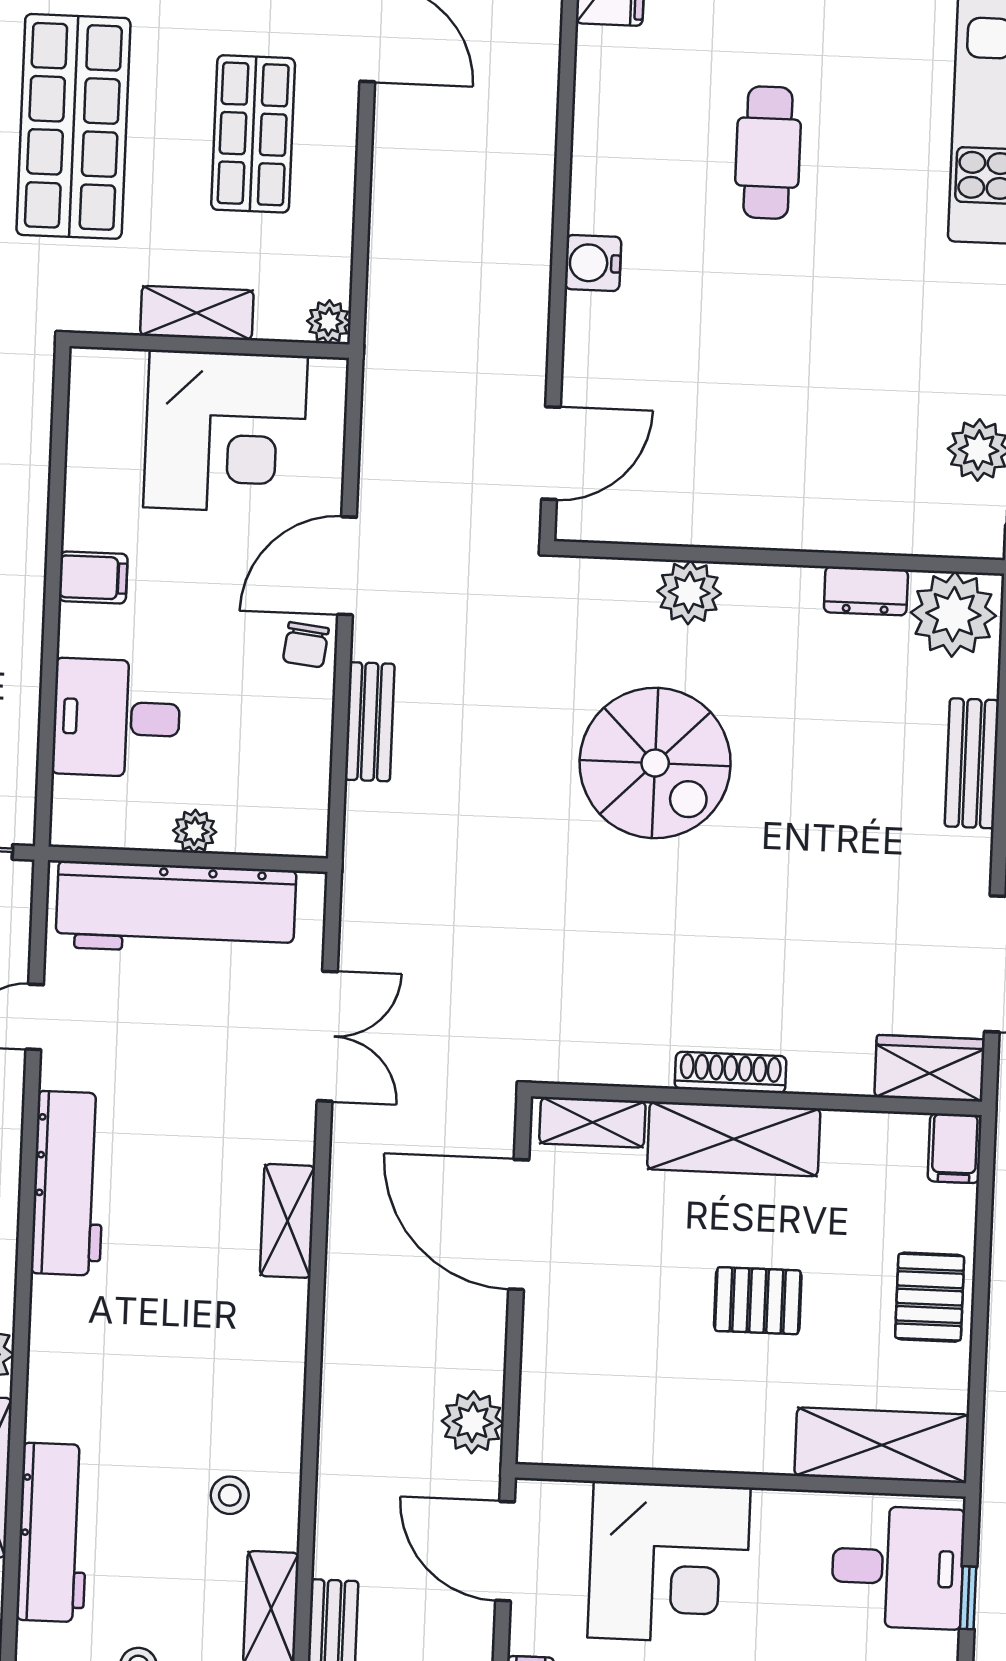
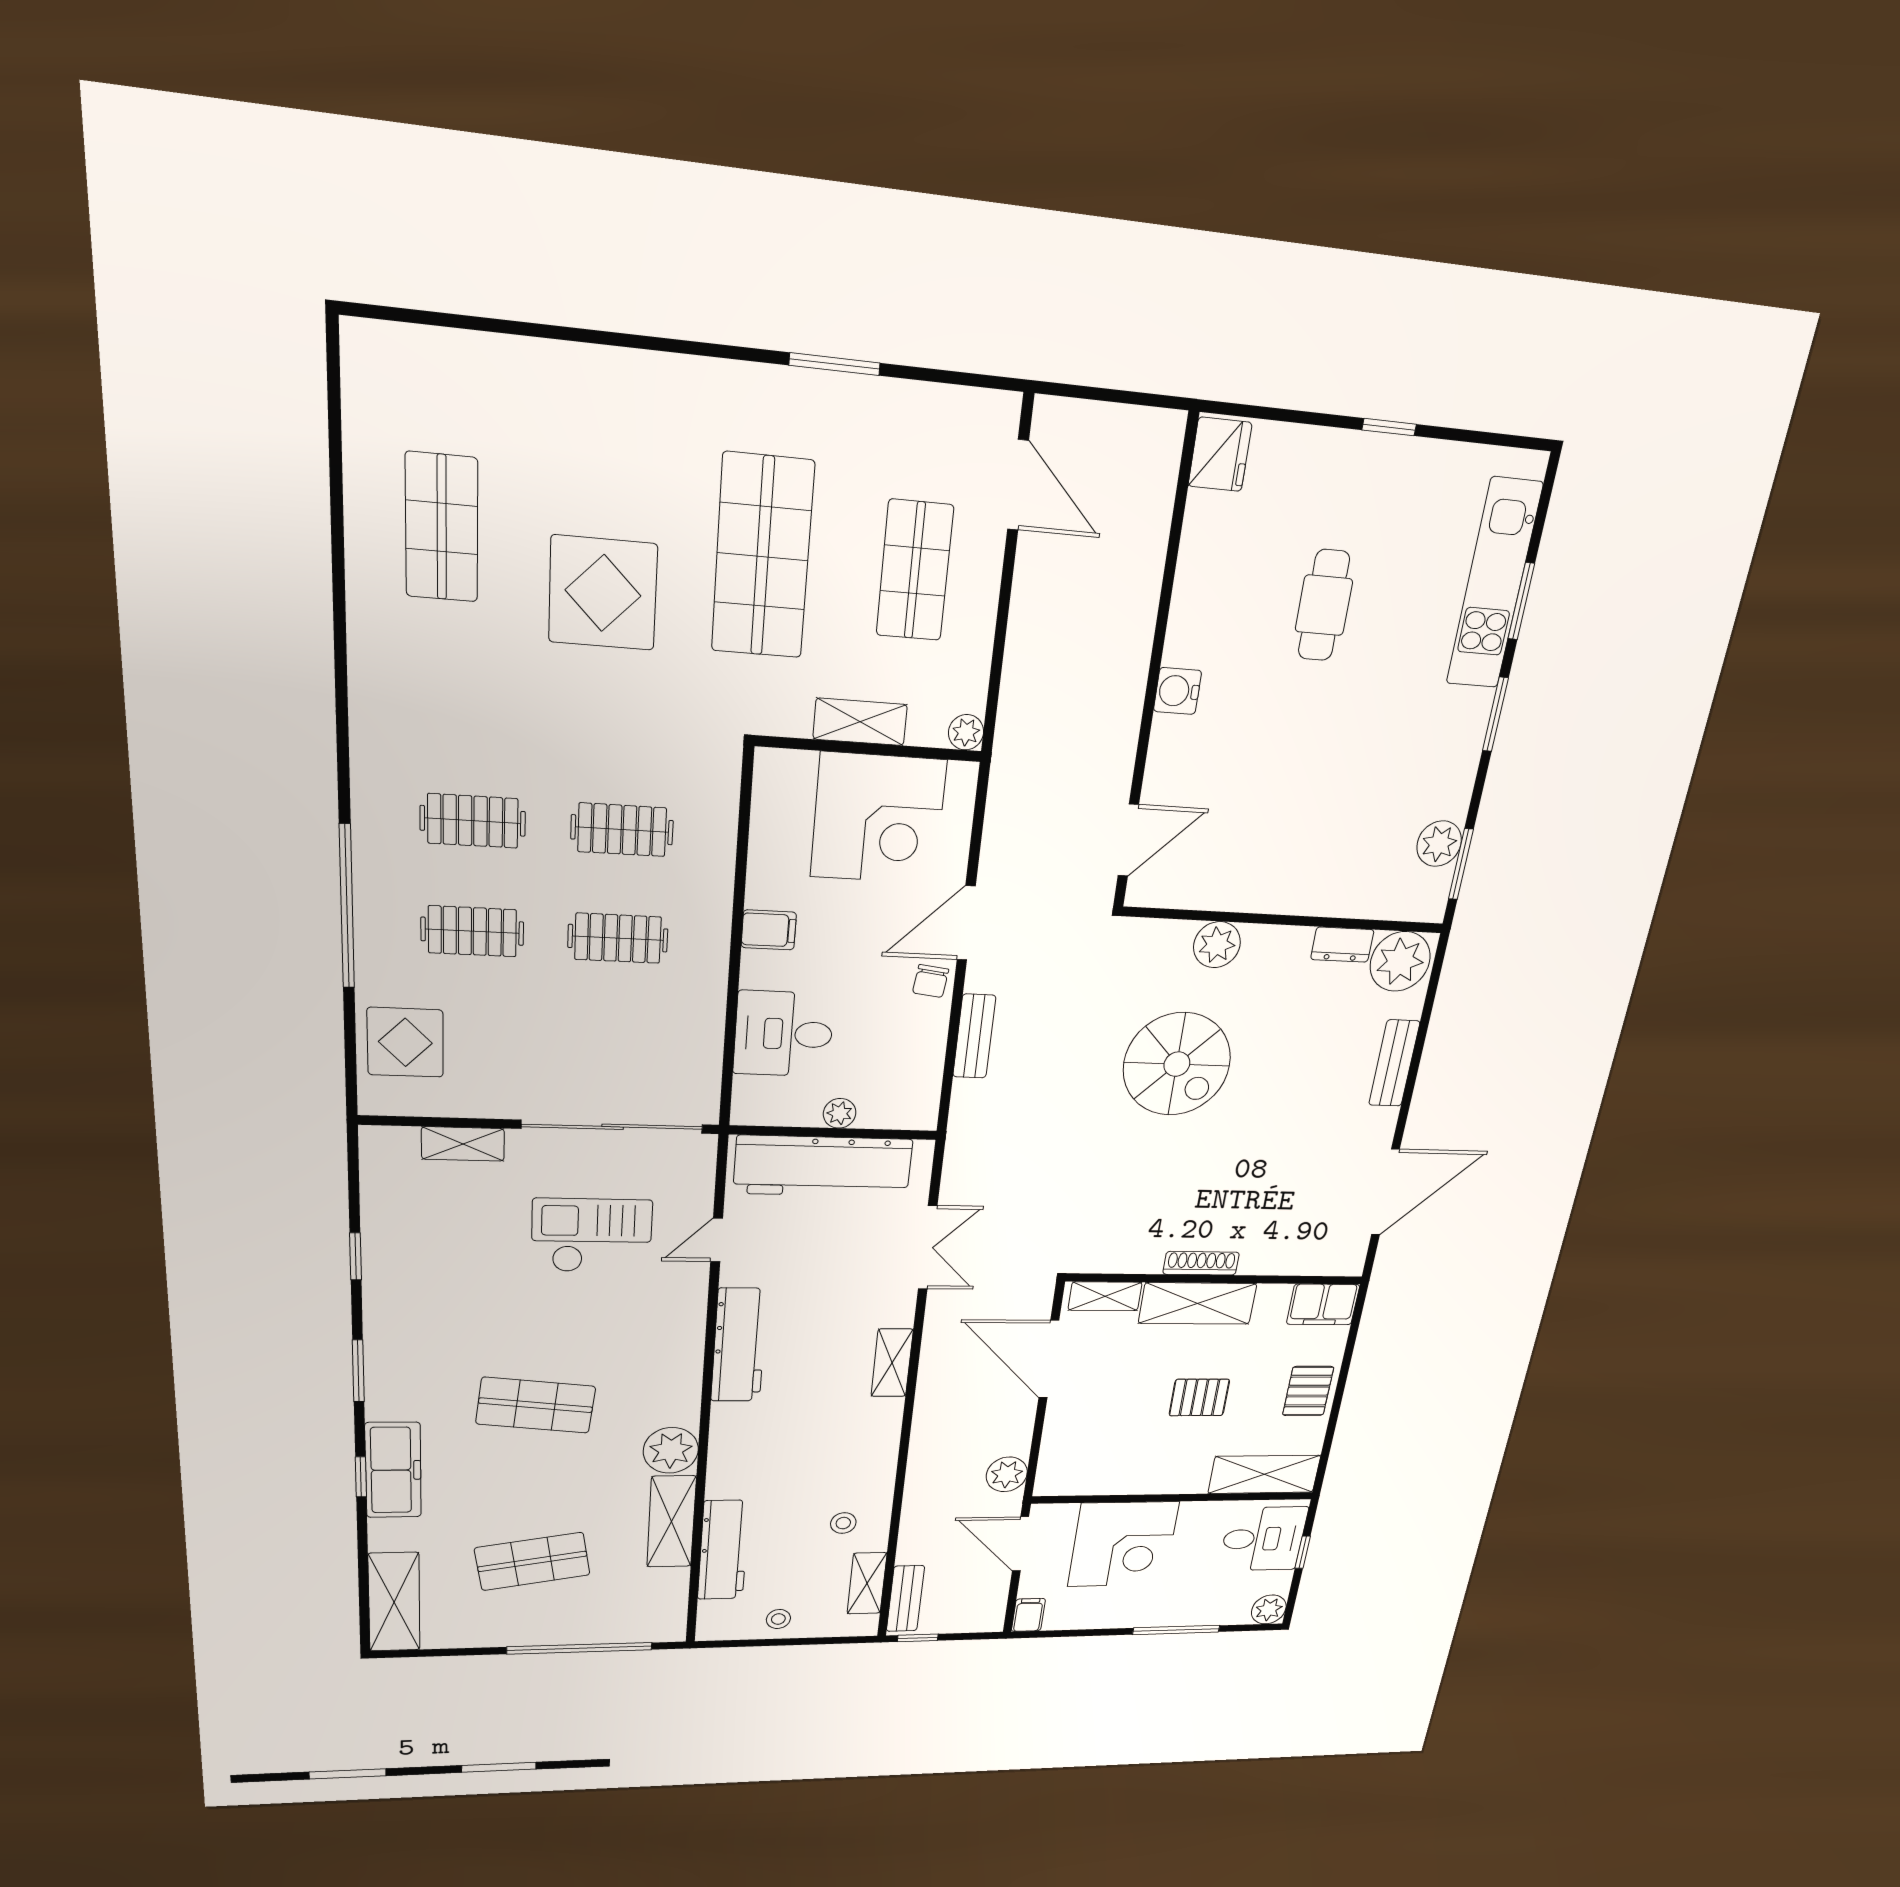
wardrobe: (930, 1068) -> (1332, 1257), removed
filing cabinet: (955, 1148) -> (1323, 1304), width x2.00

